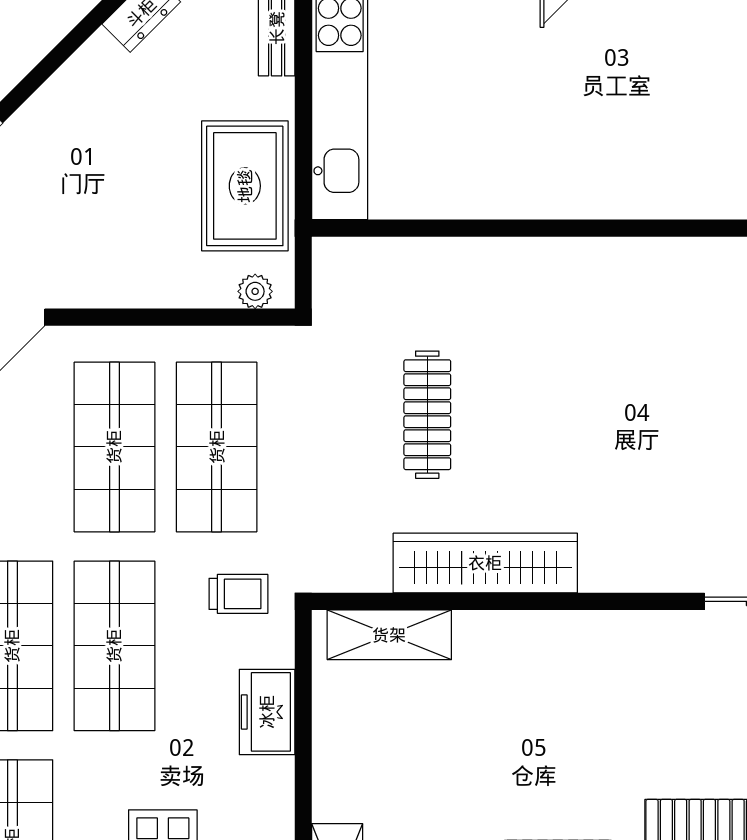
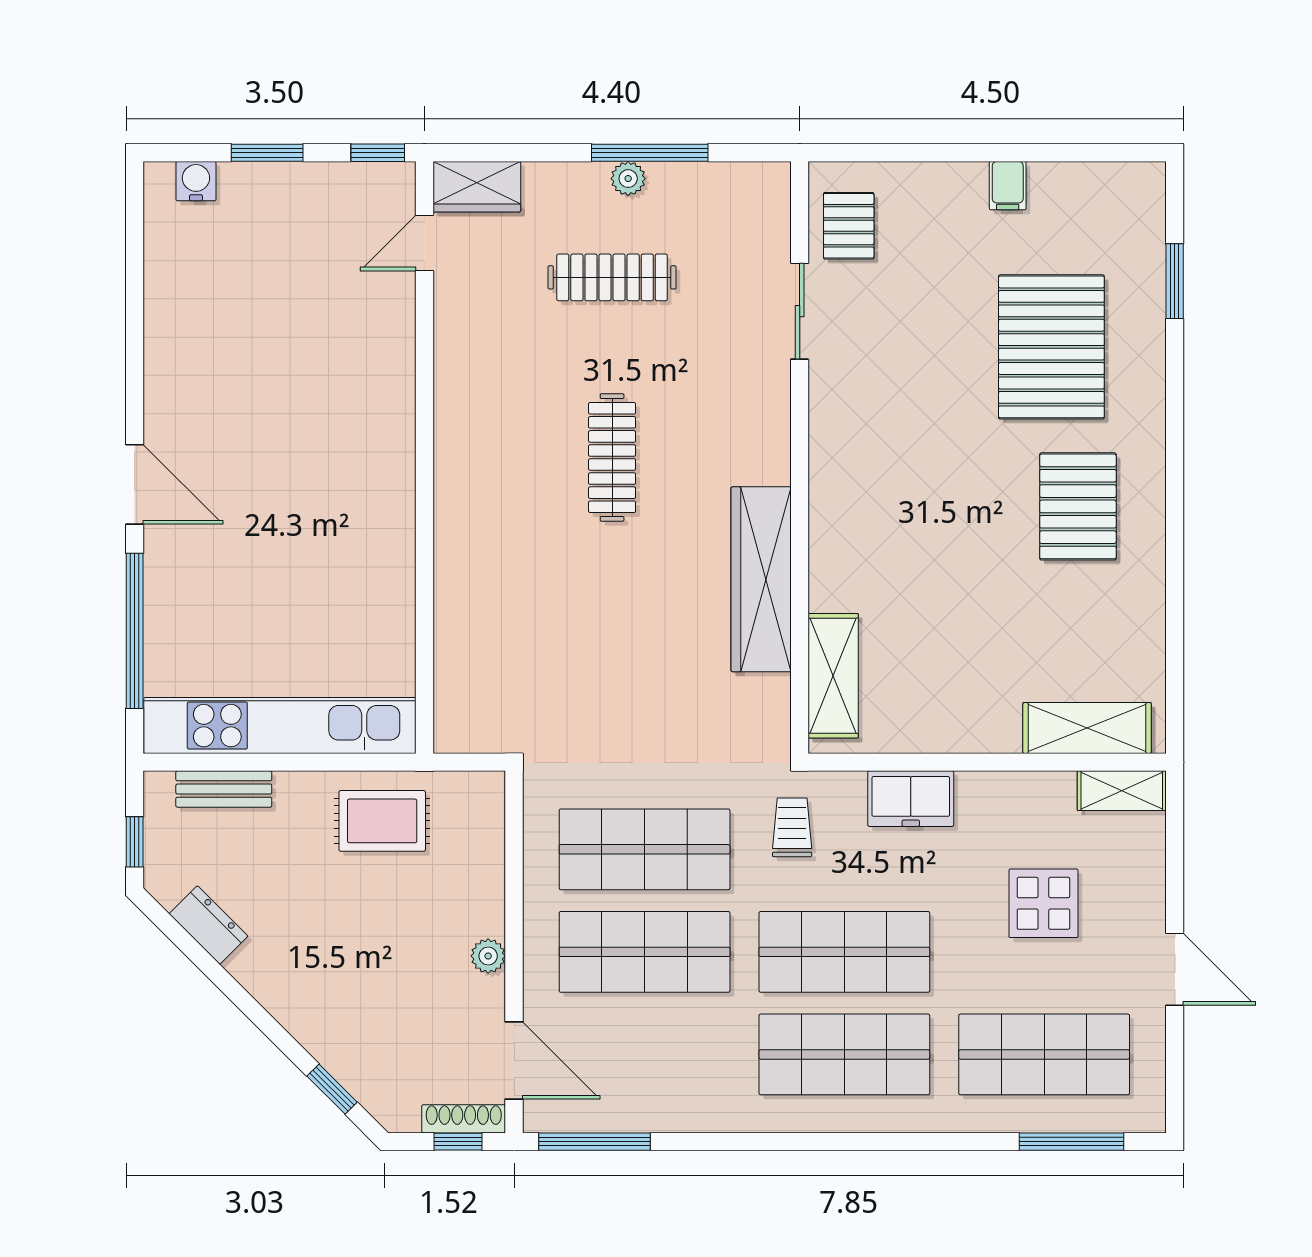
rug: (245, 186) -> (382, 821), width x0.73, depth x0.70
plant: (255, 291) -> (488, 956), moved
clothes rail: (427, 415) -> (612, 457), moved, turned 90

